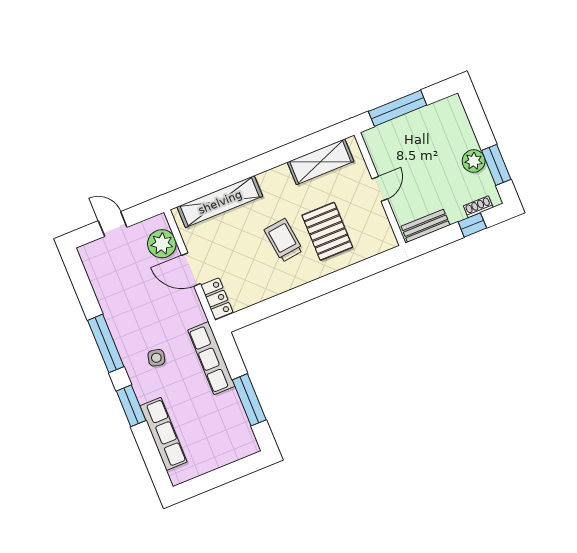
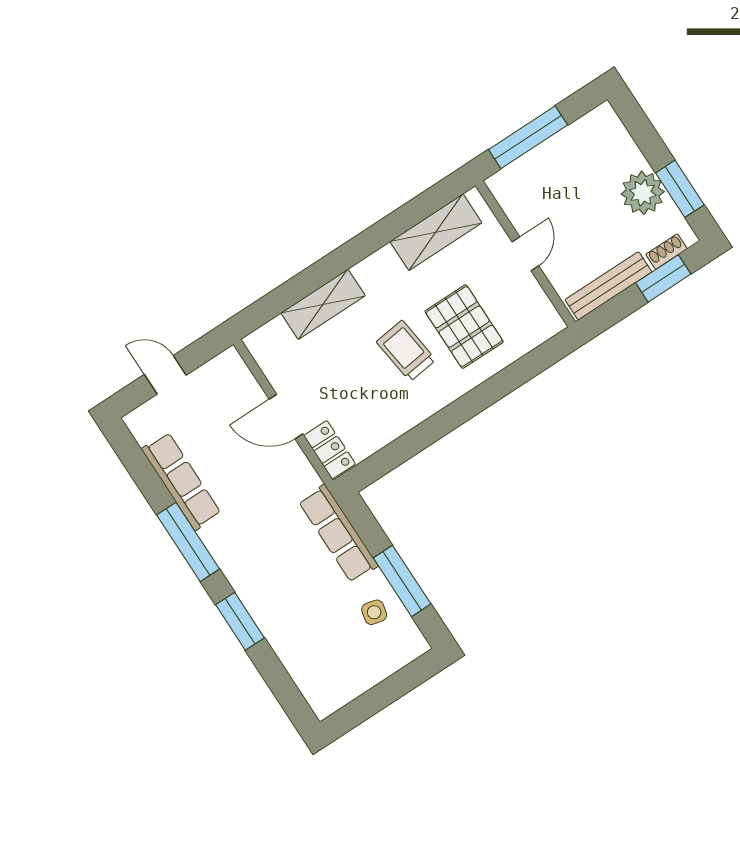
plant: (474, 161) -> (643, 193), width x1.36, depth x1.36
shelving: (220, 202) -> (323, 304), width x0.68
window: (472, 225) -> (663, 278), width x1.50
bench: (425, 226) -> (608, 286), width x1.36
plant: (162, 244) -> (239, 389), removed
side table: (156, 358) -> (374, 612), moved
row of seats: (164, 434) -> (181, 481), moved

